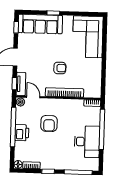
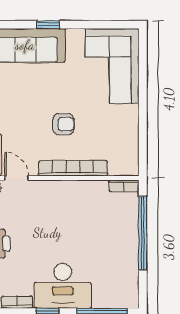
armchair: (49, 123) -> (47, 225), removed
desk: (87, 142) -> (63, 286), moved, turned 90

